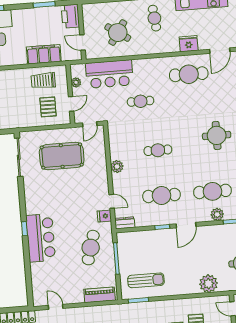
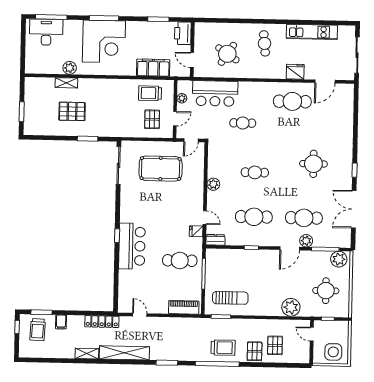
door: (186, 225) -> (290, 248), moved
cafe table: (91, 248) -> (180, 261), turned 74

